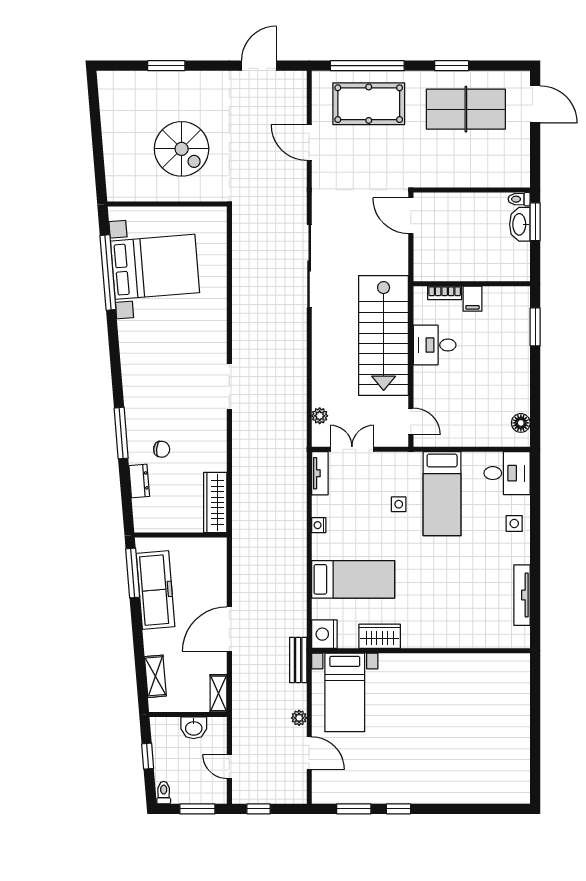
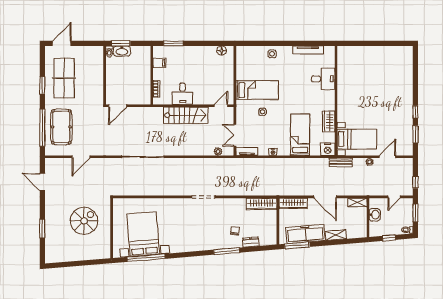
filing cabinet: (472, 299) -> (159, 63), moved
stairs: (384, 335) -> (186, 115), width x0.73, depth x0.66
desk: (507, 473) -> (323, 79), moved, turned 90
wardrobe: (216, 565) -> (293, 203), added
shelving: (155, 676) -> (336, 235), moved

